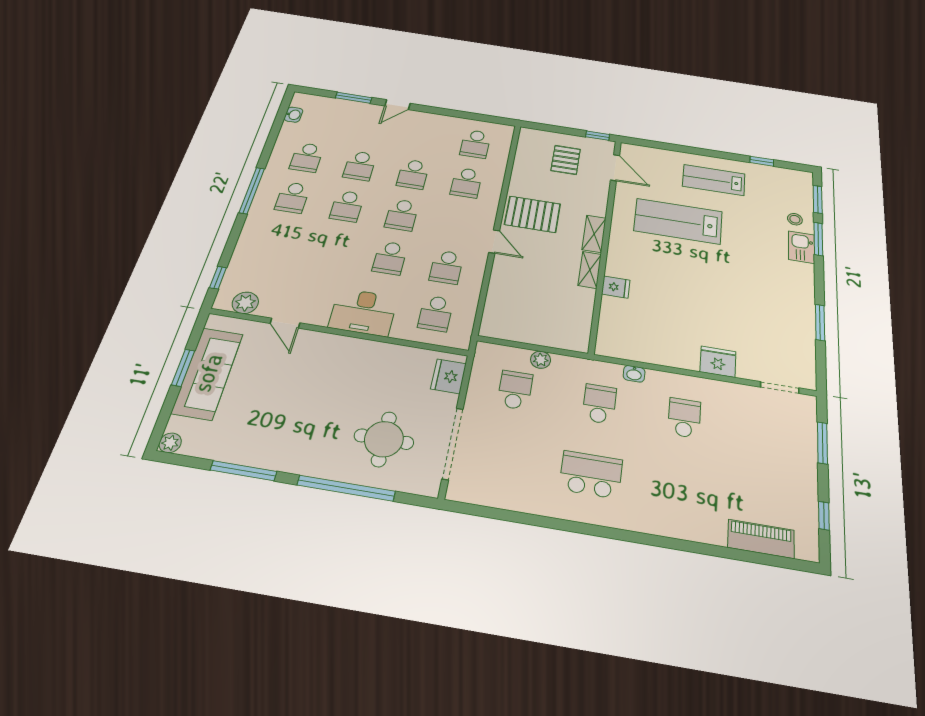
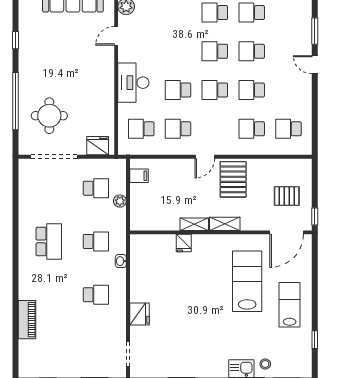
door: (615, 168) -> (287, 232), width x1.36
filing cabinet: (506, 328) -> (139, 176), added
window: (244, 471) -> (16, 40), width x0.46
piano: (761, 539) -> (27, 320), moved

